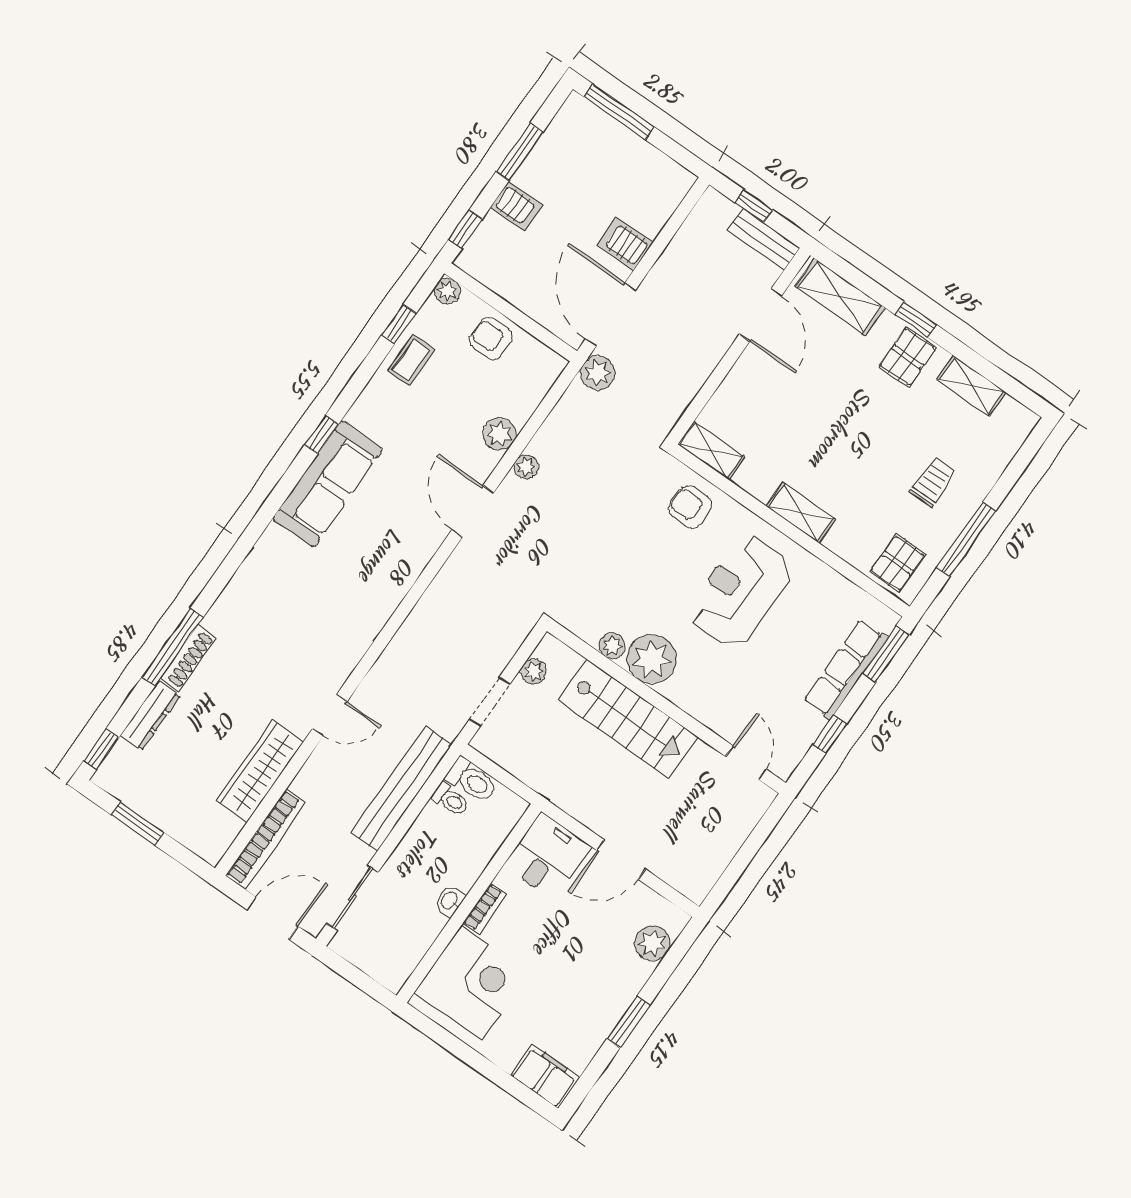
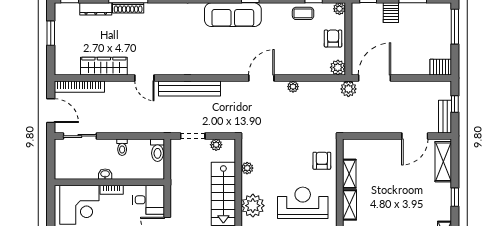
server rack: (625, 244) -> (441, 67), moved, turned -90
pallet: (908, 357) -> (438, 204), removed
plant: (499, 434) -> (338, 67), moved
shelving: (711, 451) -> (349, 174), moved
plant: (652, 659) -> (253, 206), moved
bench: (401, 789) -> (190, 89), moved
toilet: (450, 800) -> (122, 147), moved

